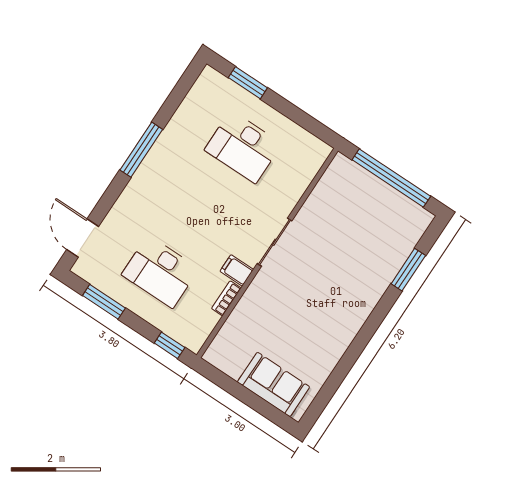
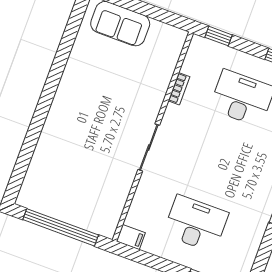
filing cabinet: (237, 270) -> (131, 237), moved
window: (408, 270) -> (27, 151), removed

